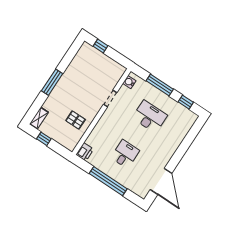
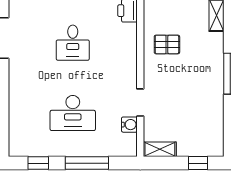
shelving: (116, 67) -> (160, 149), added
water cooler: (129, 82) -> (129, 125), moved

